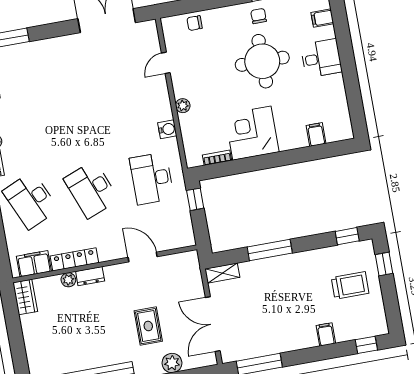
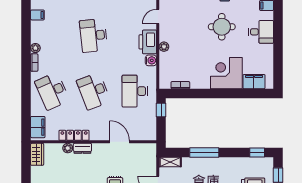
round table: (262, 61) -> (222, 27), width x0.73, depth x0.73
printer: (158, 103) -> (148, 42), added
desk: (77, 108) -> (94, 35), added
corner desk: (252, 133) -> (226, 73), moved
filing cabinet: (316, 135) -> (254, 82), width x2.00
filing cabinet: (34, 264) -> (38, 127), moved, turned 90

